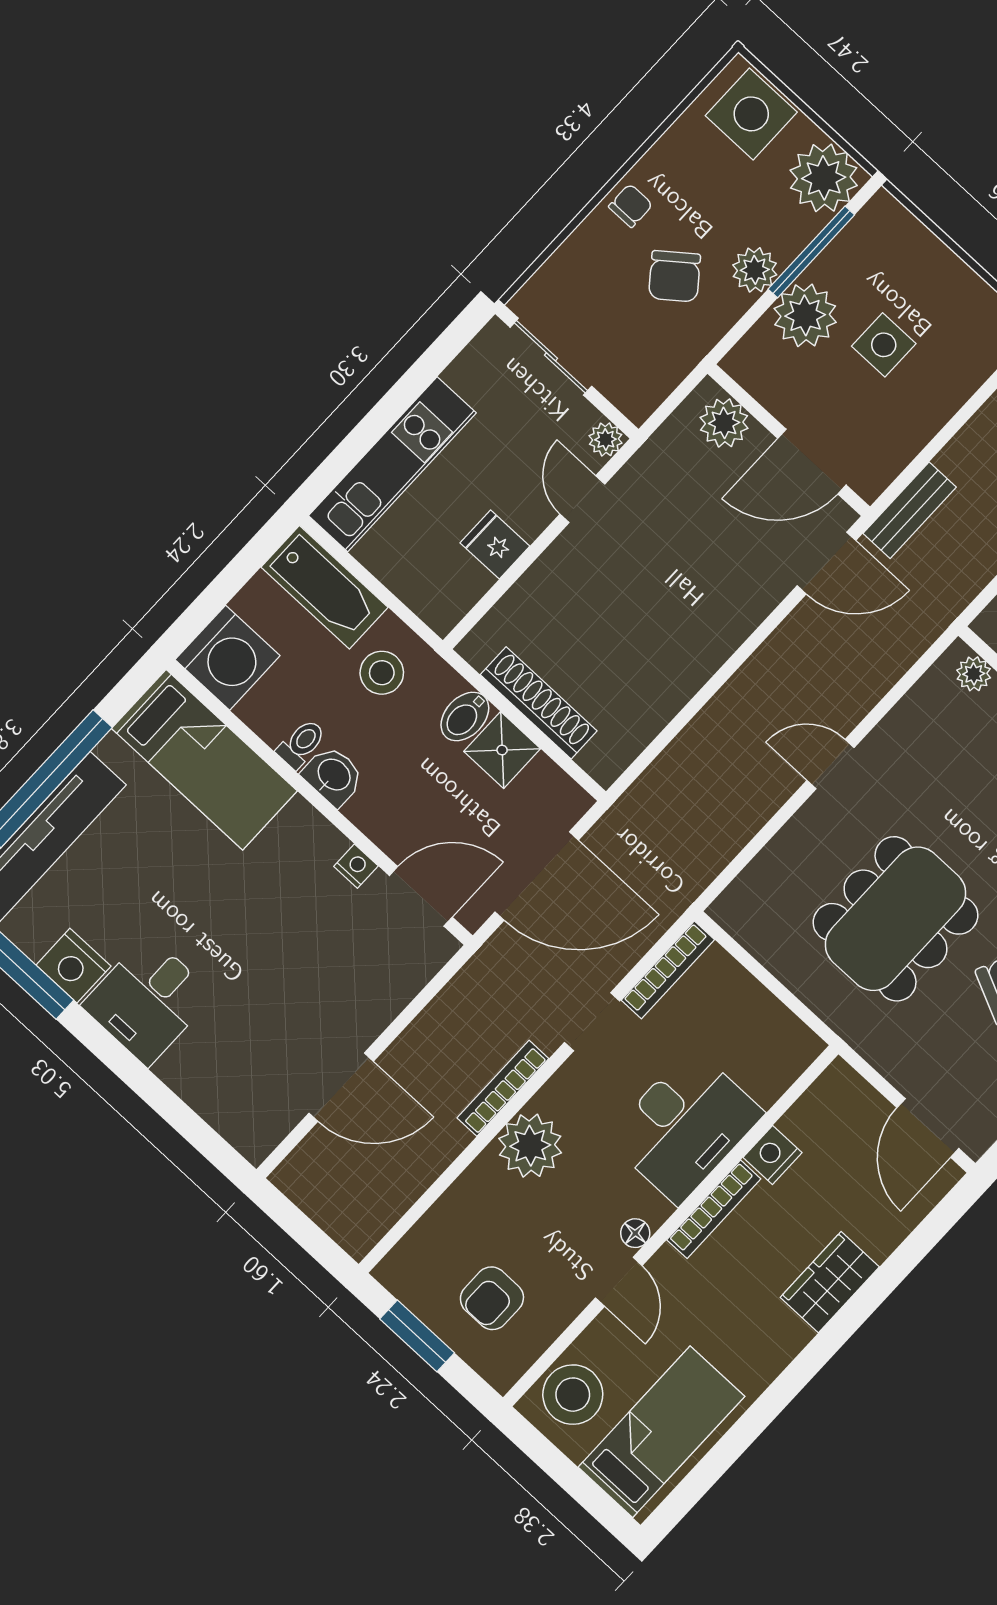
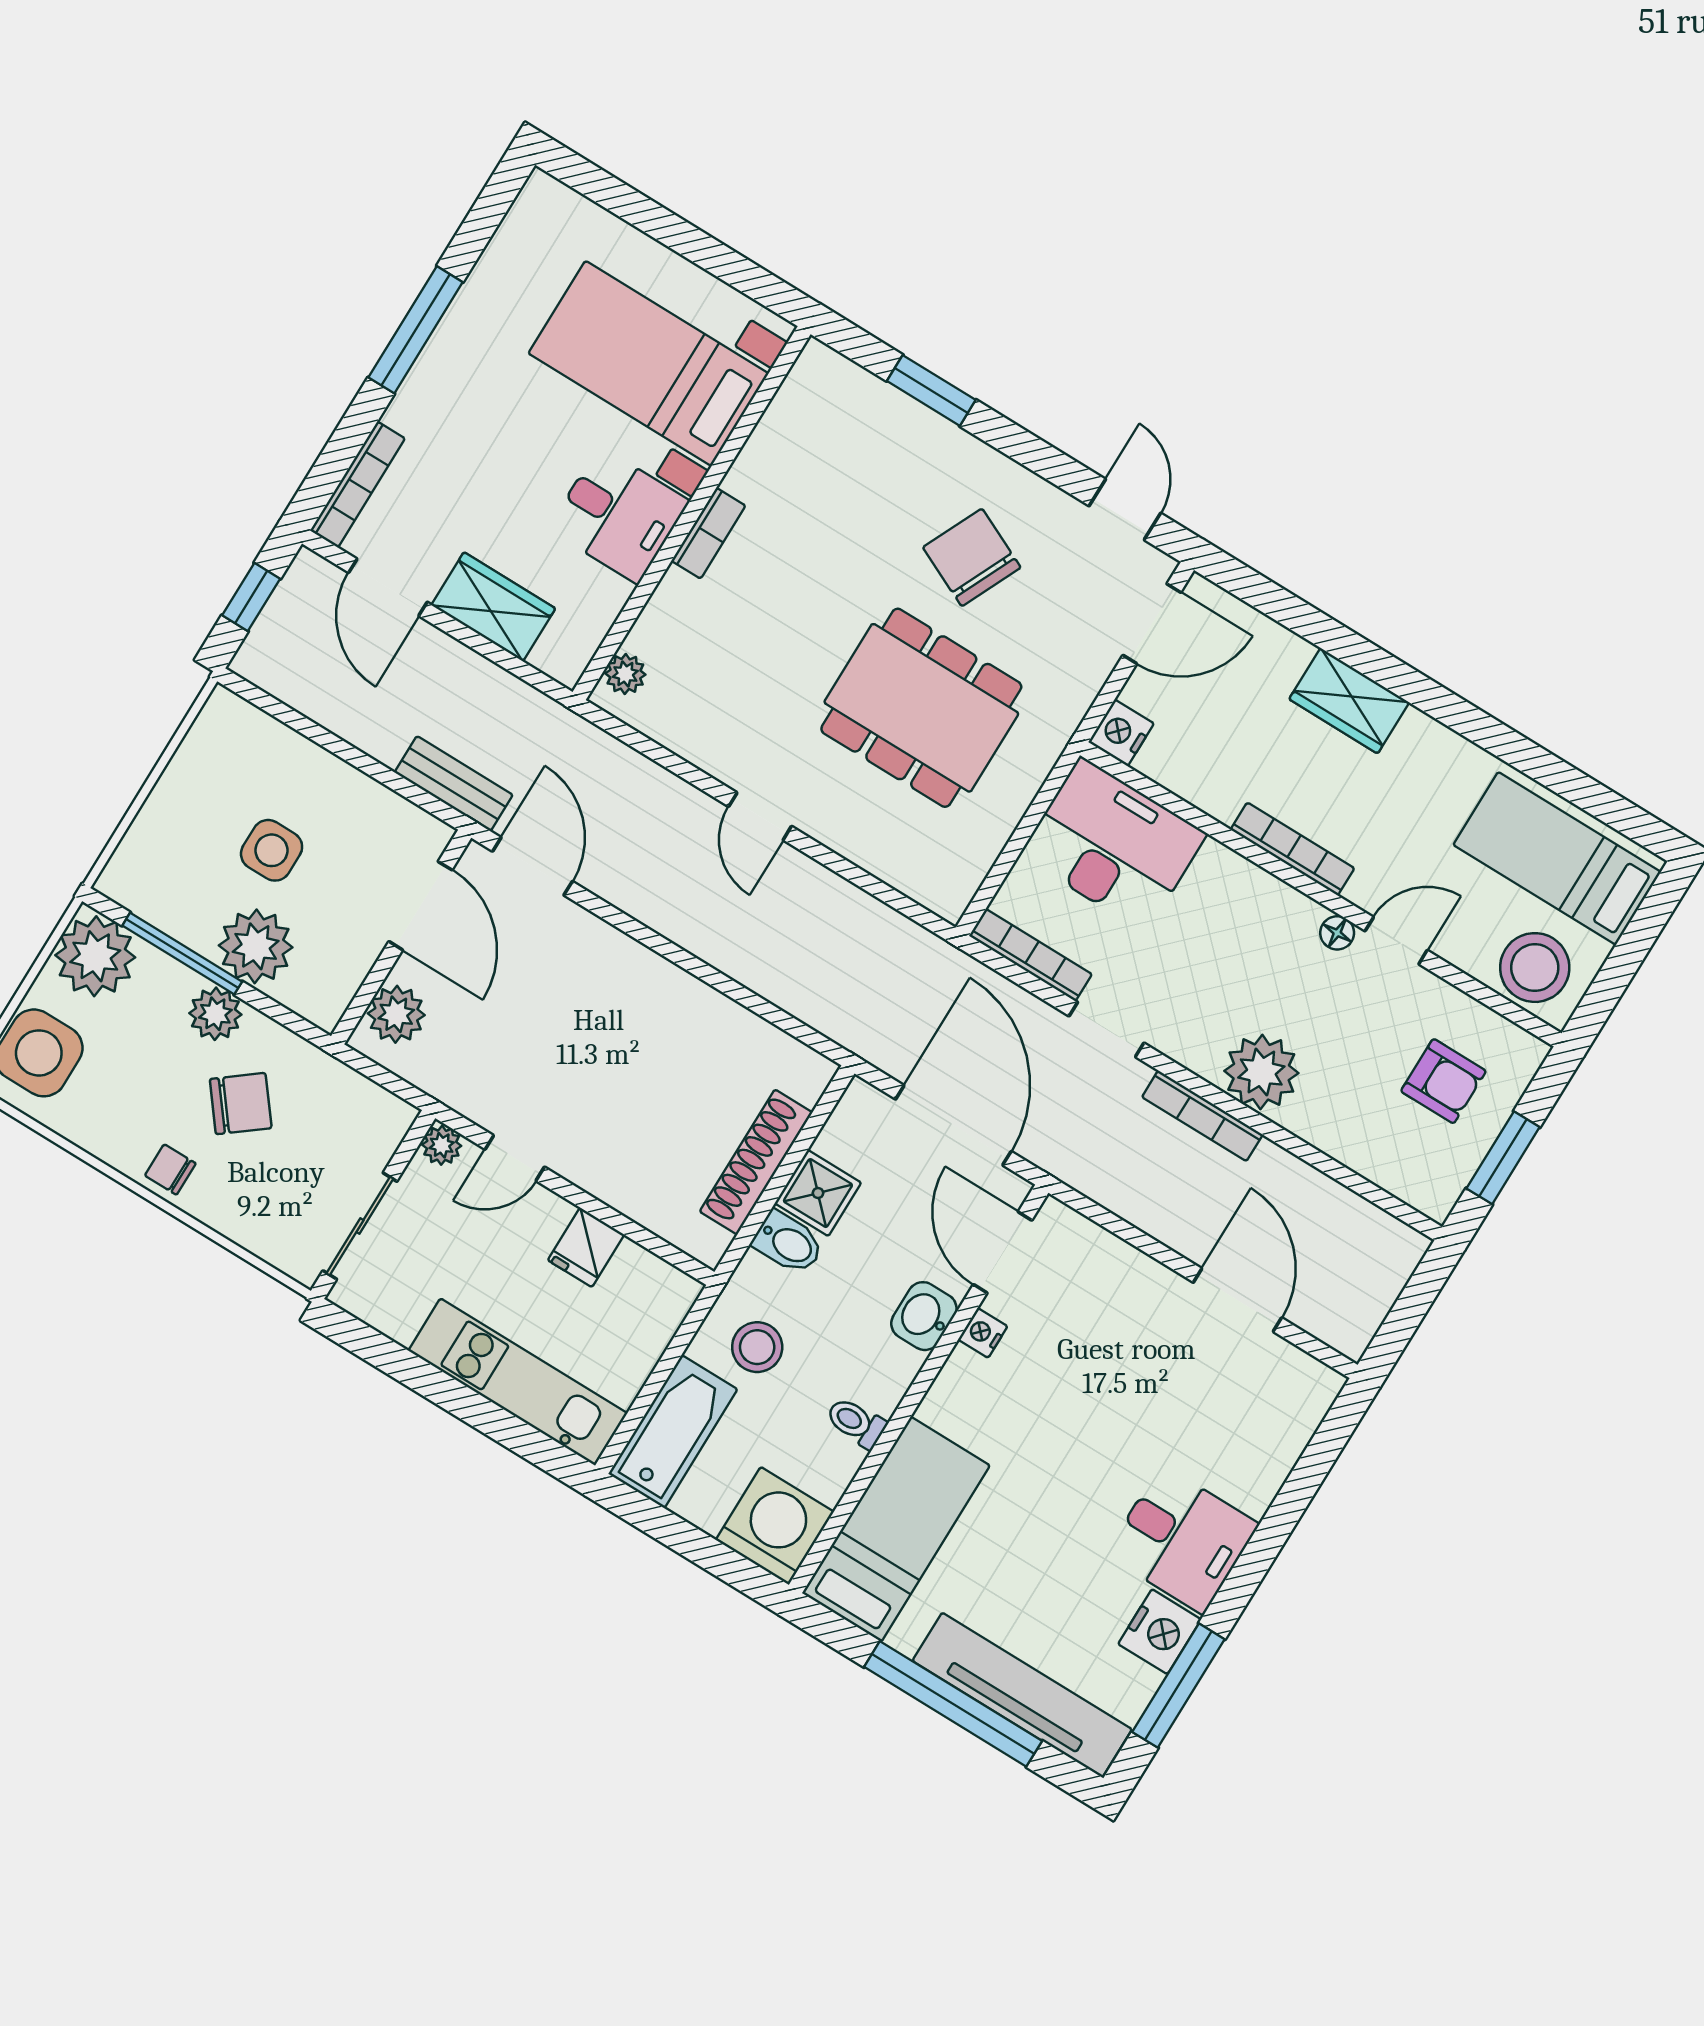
washbasin: (333, 776) -> (924, 1316), moved
desk: (685, 1126) -> (1113, 845), moved
nightstand: (772, 1155) -> (1121, 733), moved, turned 90

